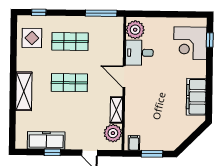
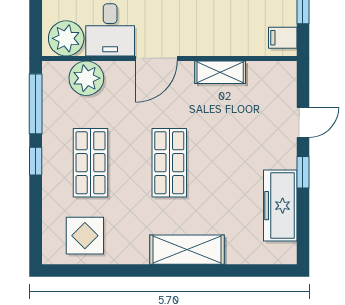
window: (39, 12) -> (36, 161), moved
plant: (113, 133) -> (86, 78), moved
window: (52, 152) -> (303, 172), moved

